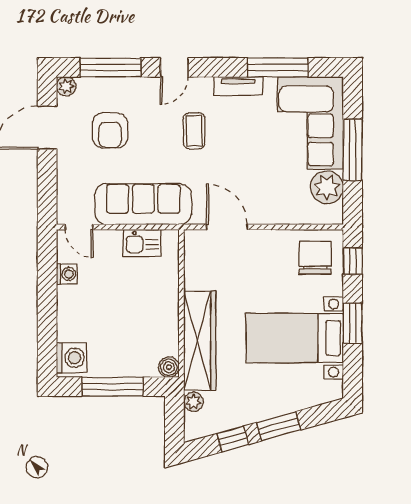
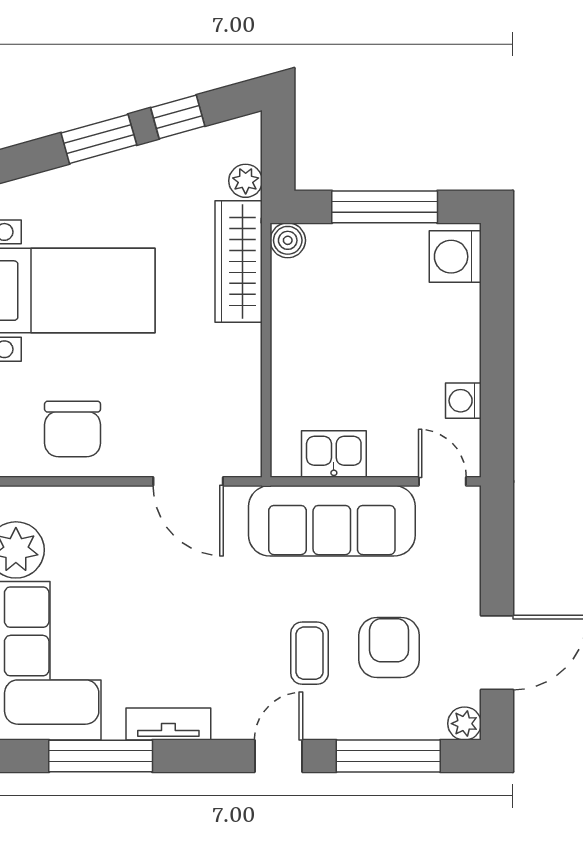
coffee table: (194, 131) -> (310, 653), moved
chair: (315, 258) -> (73, 429), moved
wardrobe: (200, 341) -> (239, 261), width x0.71, depth x0.85

